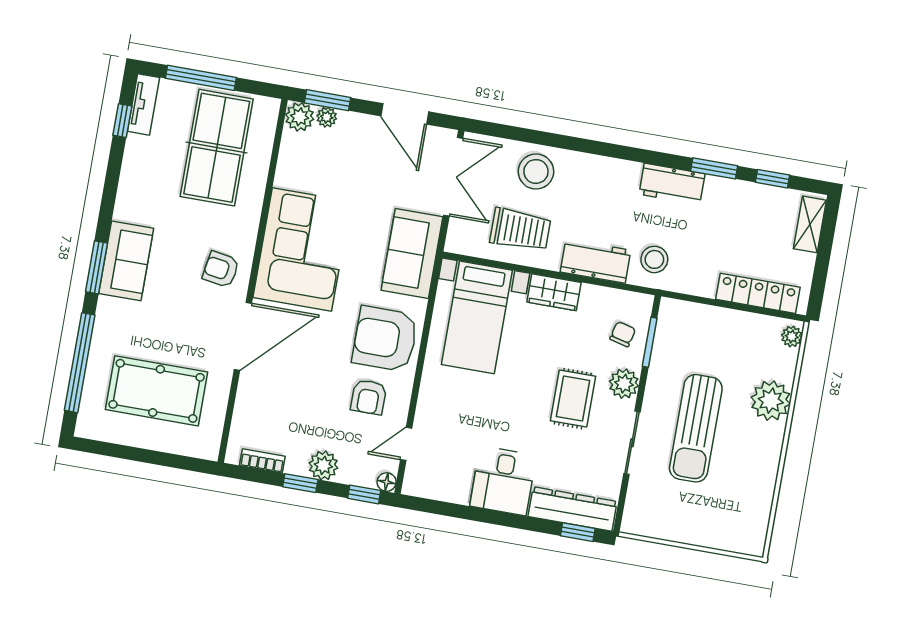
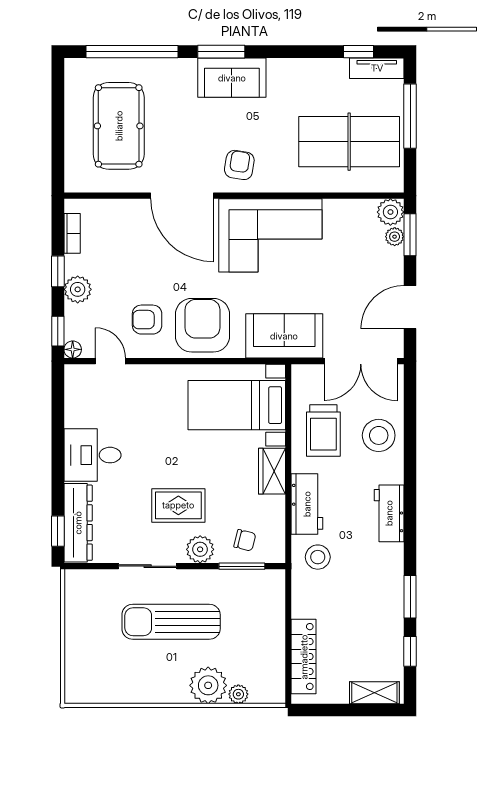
workbench: (672, 184) -> (389, 513), moved
plant: (792, 337) -> (238, 694), moved

